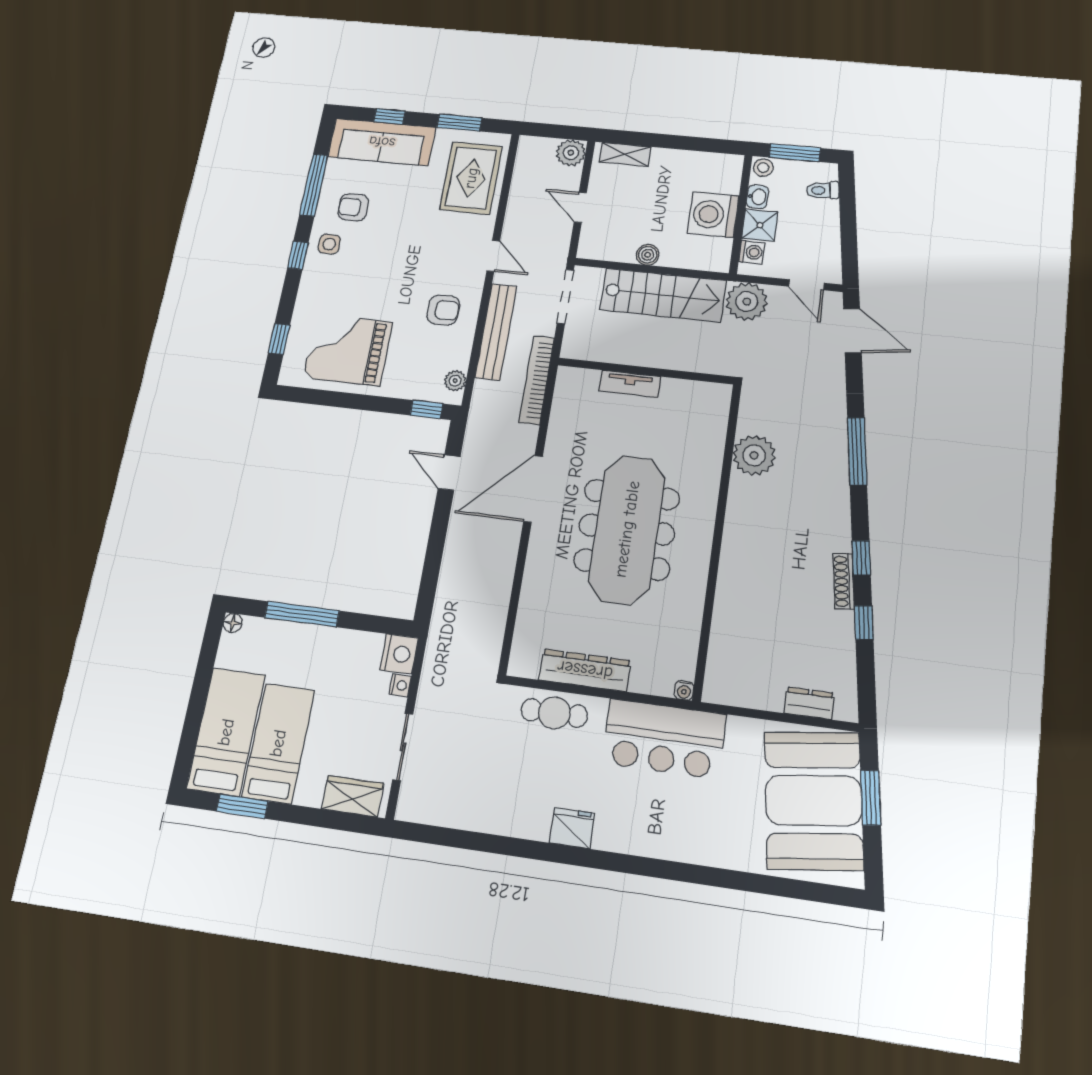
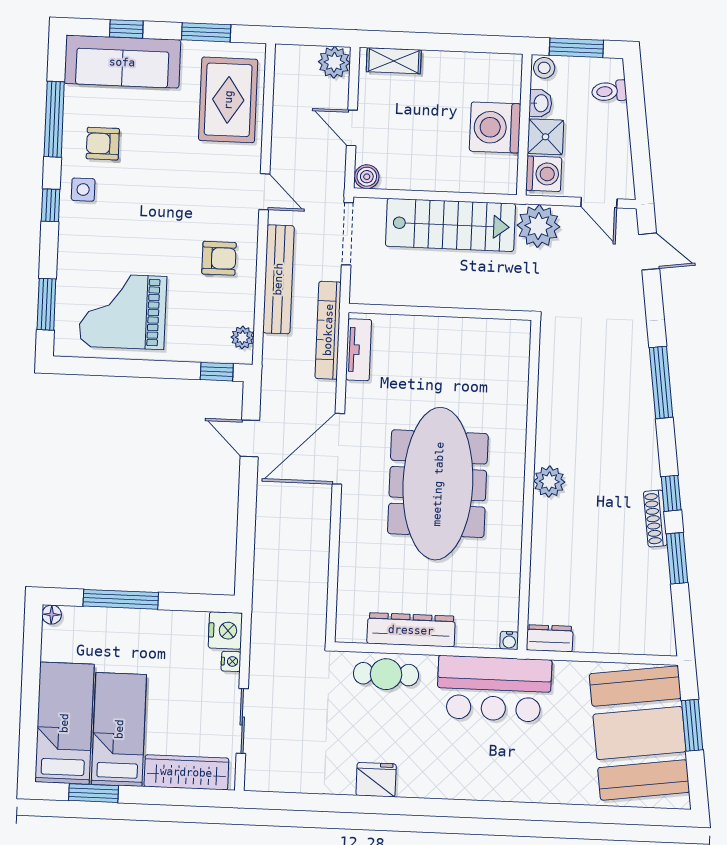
washing machine: (752, 252) -> (544, 174), width x1.38, depth x1.38
boiler: (648, 255) -> (367, 177), moved
door: (852, 331) -> (649, 251), width x0.73
window: (279, 339) -> (46, 304), width x1.50
tv unit: (630, 384) -> (359, 350), moved, turned -90
plant: (754, 455) -> (549, 482), moved, width x0.73, depth x0.73
window: (864, 623) -> (677, 558), width x1.50
dresser: (809, 703) -> (550, 638), moved
wardrobe: (353, 796) -> (186, 772), width x1.50
fridge: (572, 828) -> (376, 780), moved

